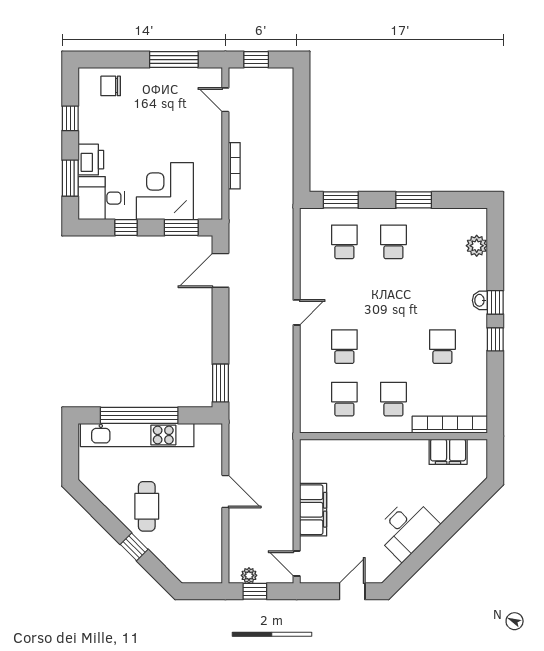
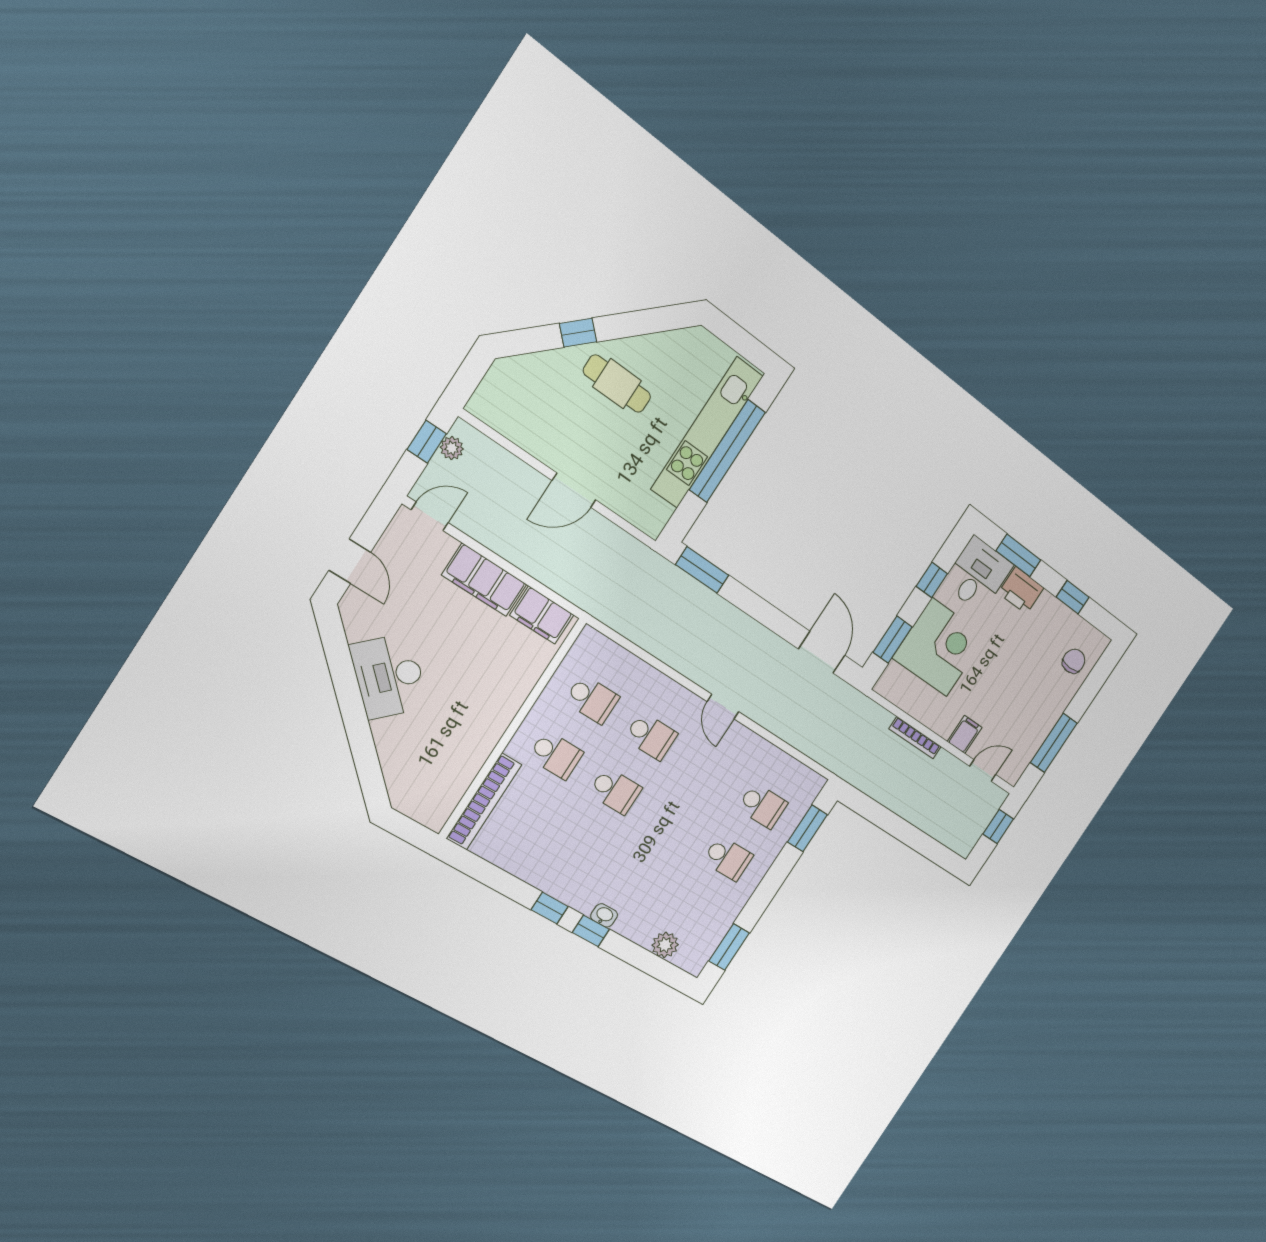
filing cabinet: (210, 131) -> (965, 734), added
window: (414, 200) -> (729, 947), moved
school desk: (442, 347) -> (615, 791), moved
filing cabinet: (448, 452) -> (542, 615), moved, turned -90

